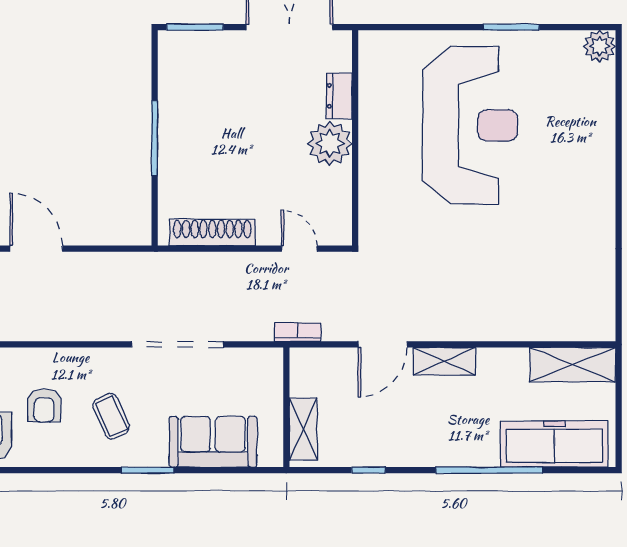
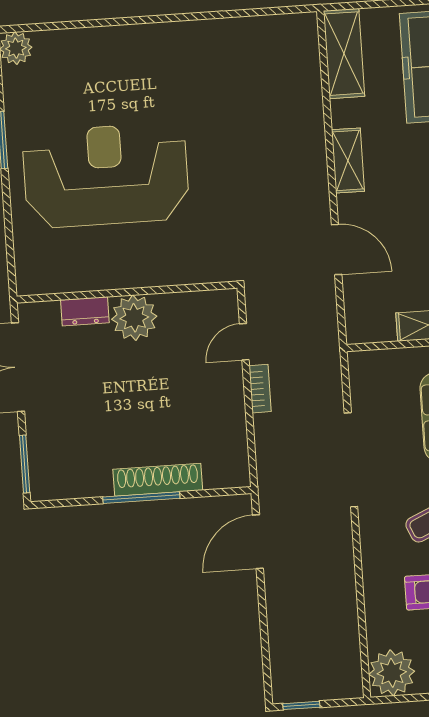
shoe rack: (212, 232) -> (158, 480), moved, turned 90
door: (36, 249) -> (258, 542), moved
bookcase: (298, 332) -> (260, 389), moved, turned 180
shelving: (444, 361) -> (348, 160), moved

